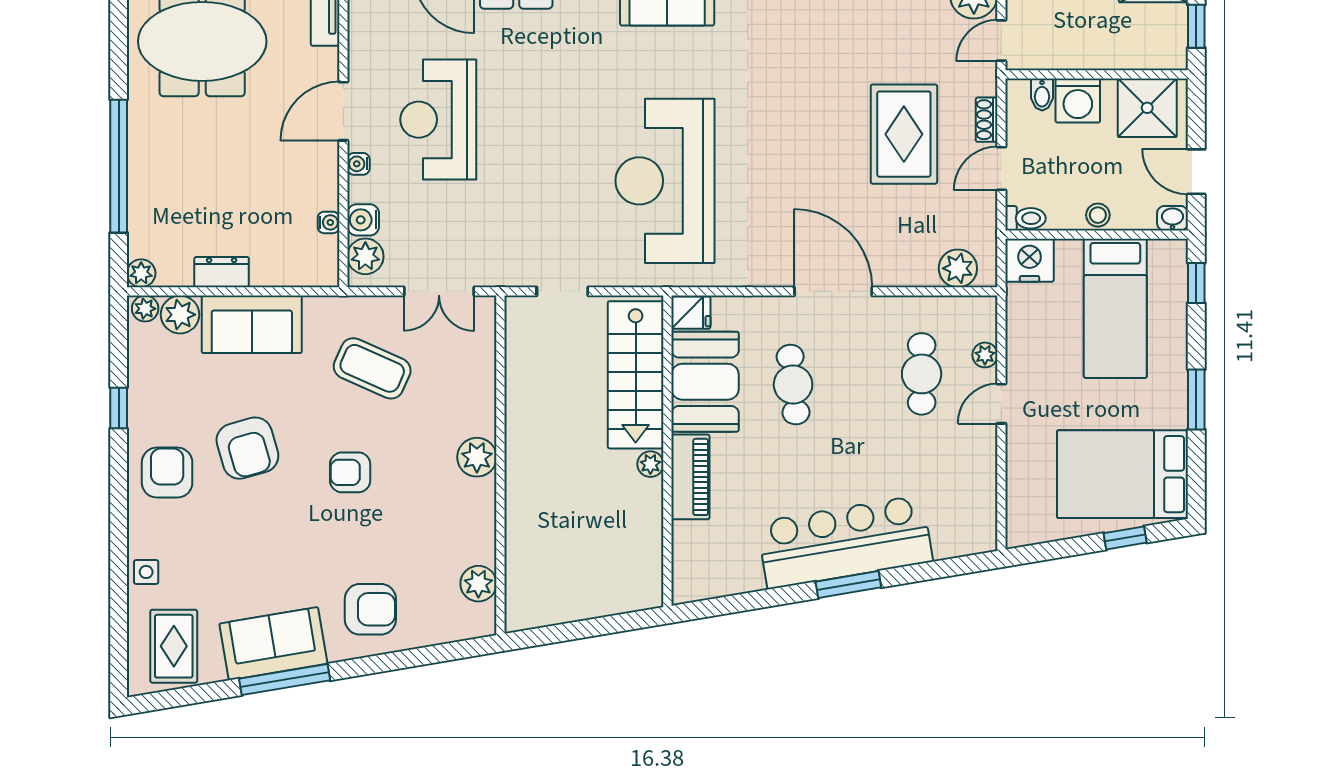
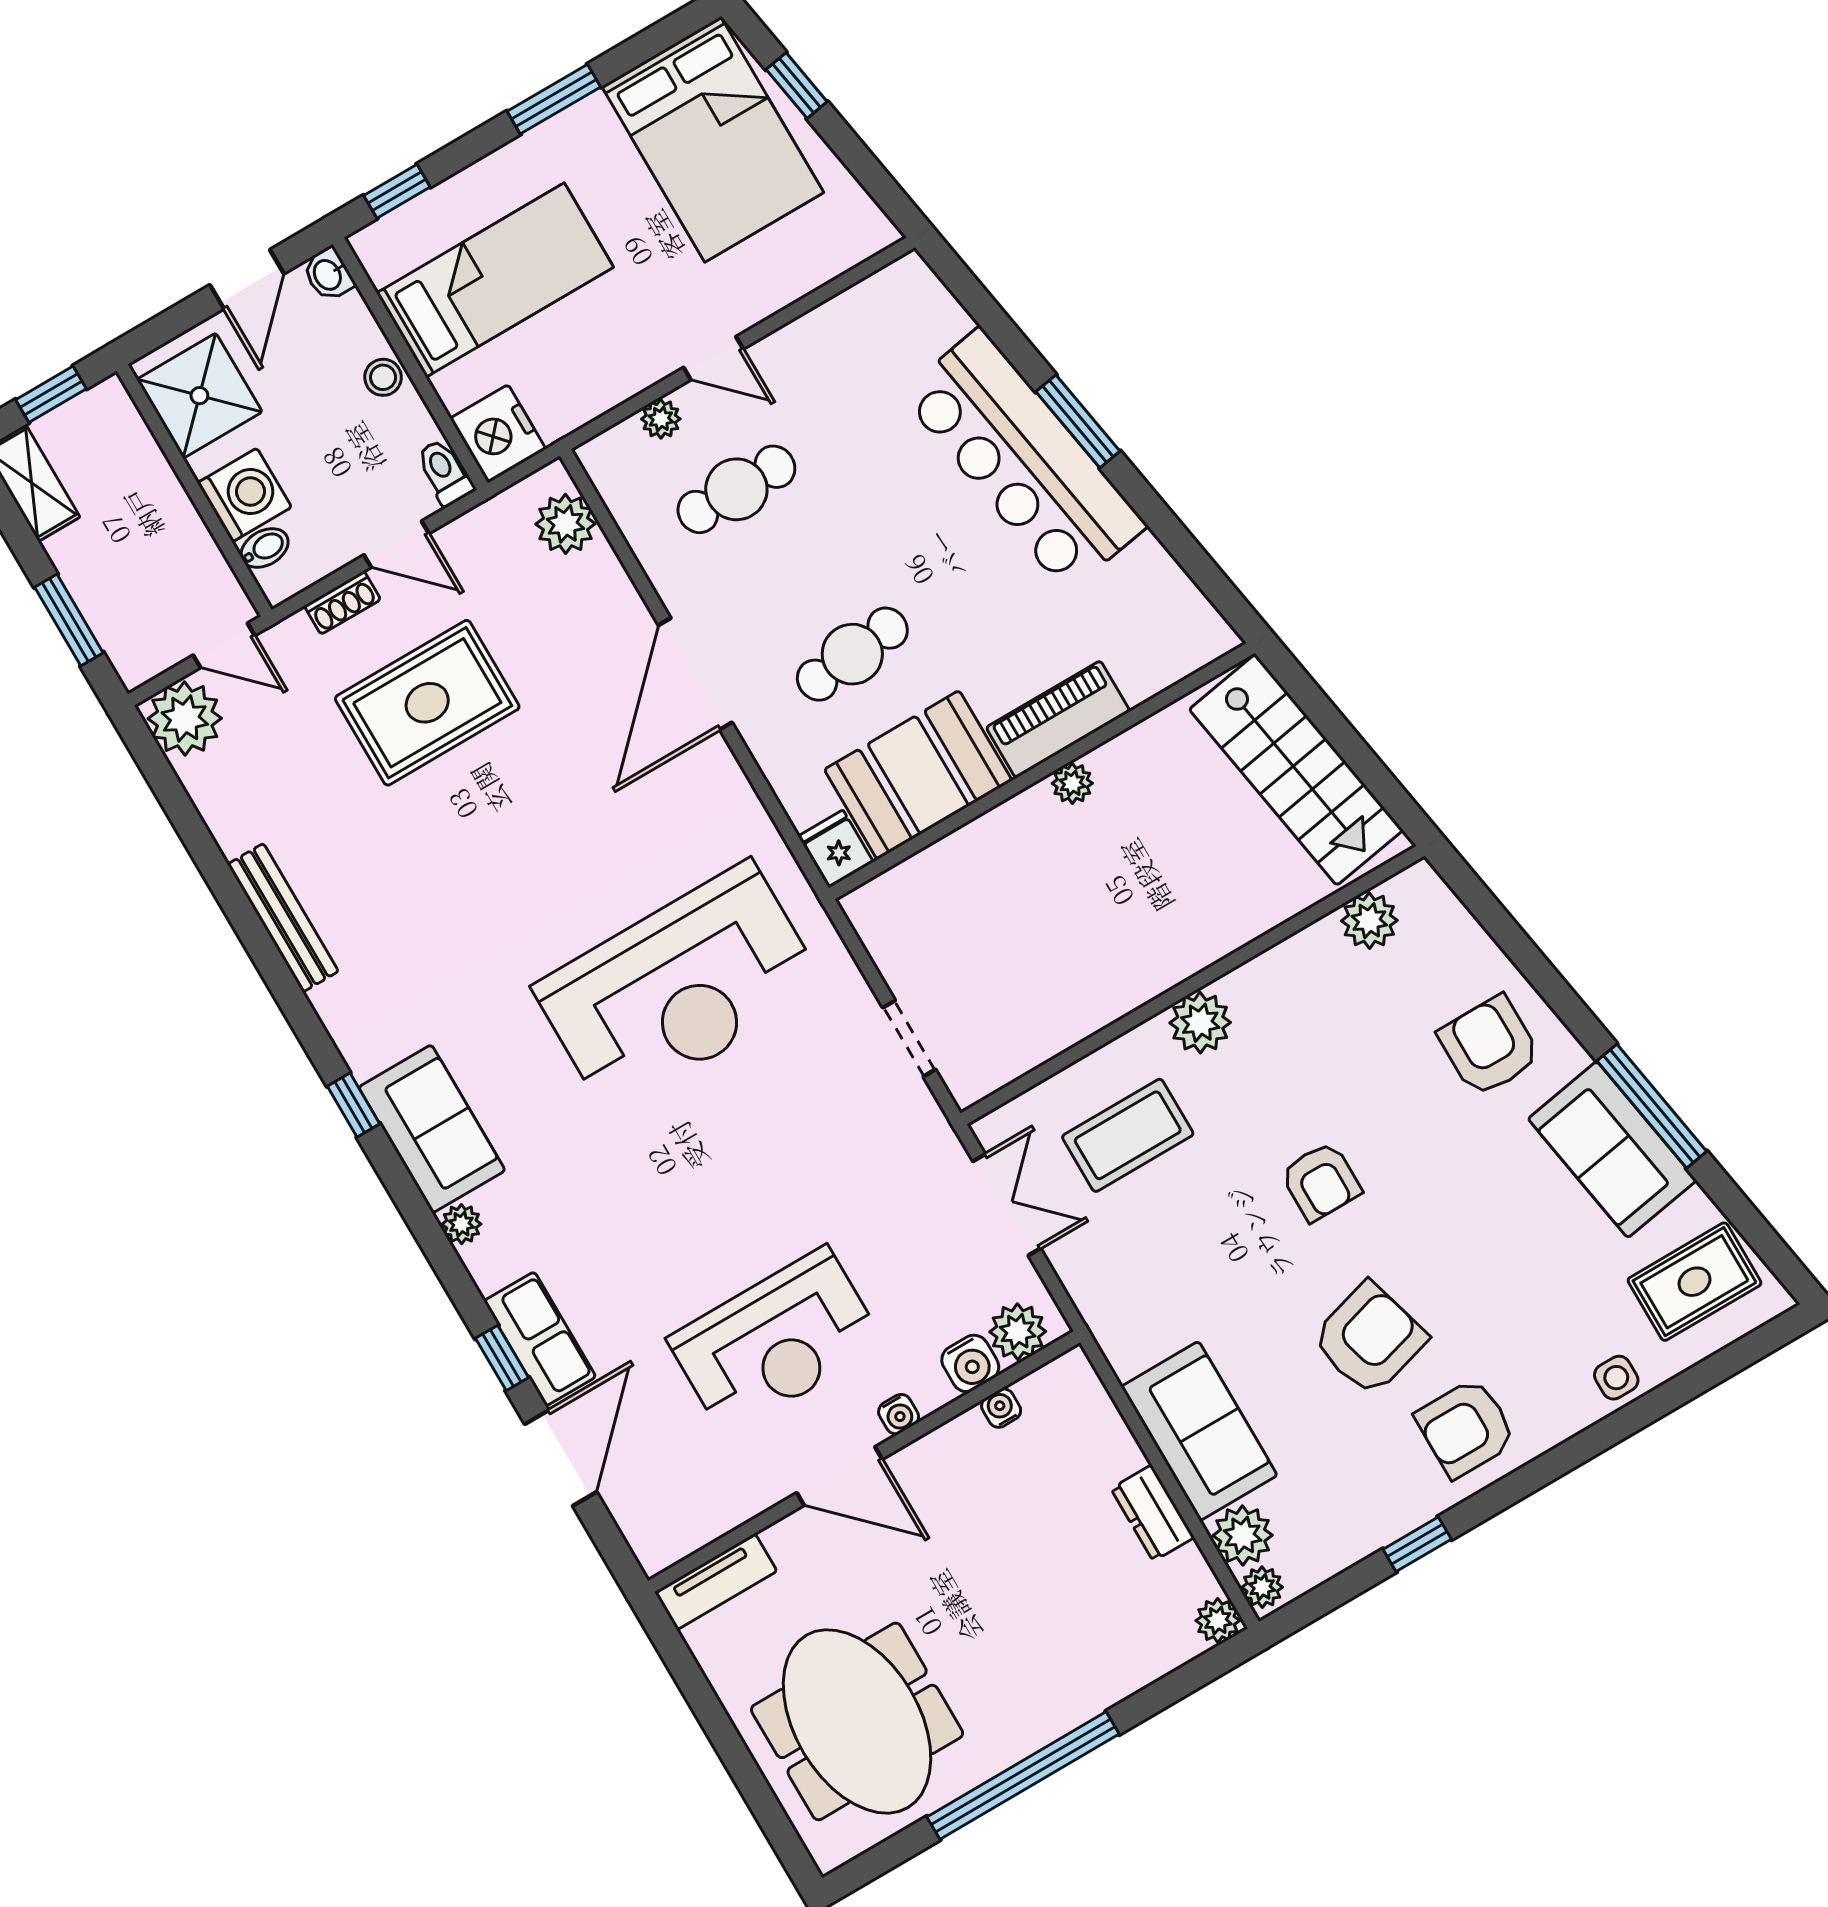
window: (119, 166) -> (1023, 1776), moved
coffee table: (372, 368) -> (1128, 1135), moved, turned 66
stairs: (636, 375) -> (1296, 770), moved, turned 80

